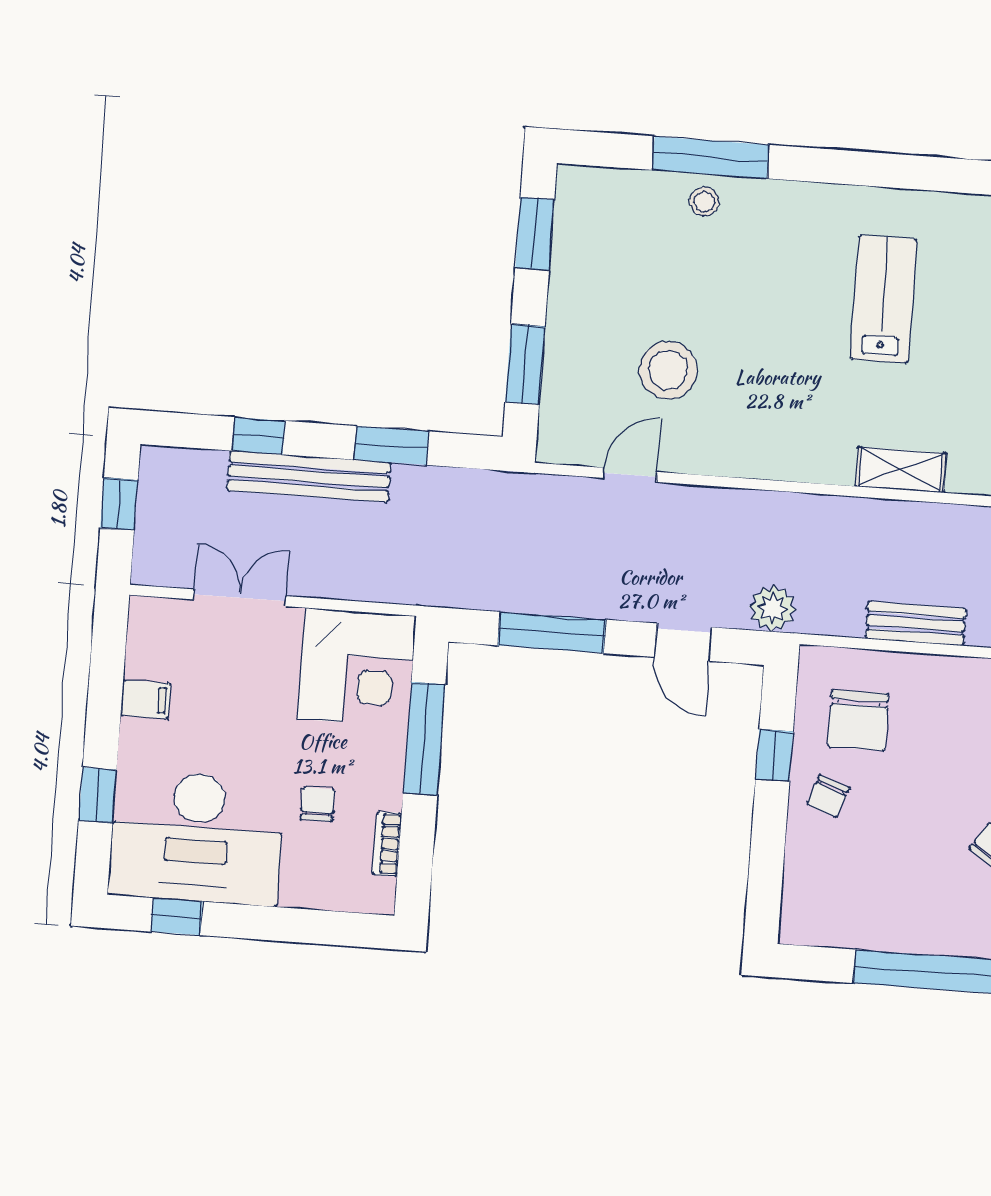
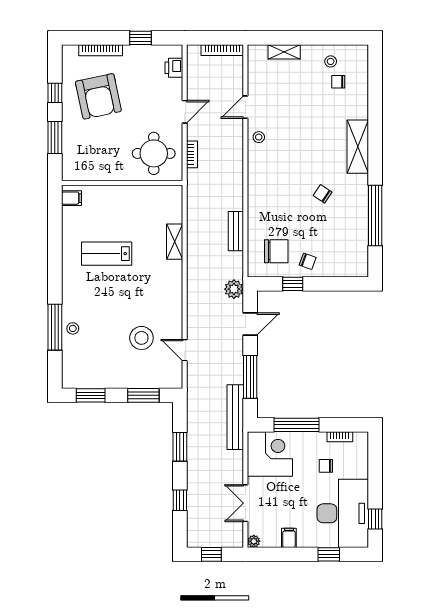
bench: (309, 476) -> (235, 417), moved
plant: (144, 611) -> (254, 541), added

